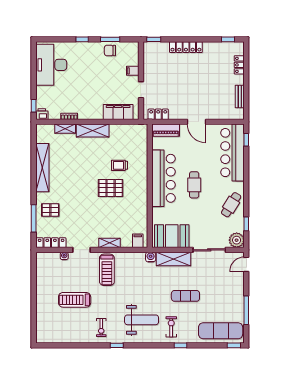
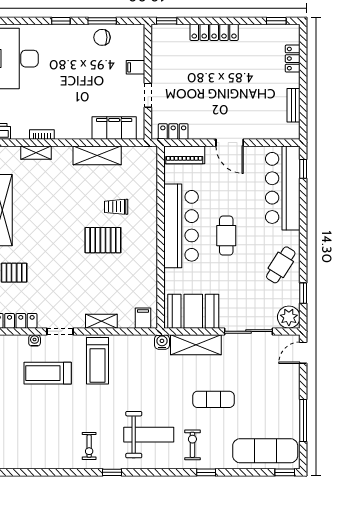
shelving: (93, 130) -> (97, 155), moved
treadmill: (75, 300) -> (48, 373), moved

